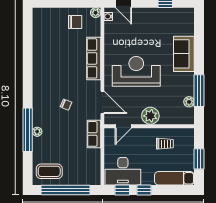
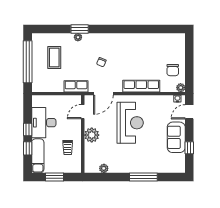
sofa: (184, 54) -> (176, 137), moved, turned -90
window: (199, 91) -> (143, 177), moved
door: (123, 126) -> (83, 112), hinge flipped
window: (28, 130) -> (80, 29), width x0.47
coffee table: (49, 171) -> (54, 58), moved
desk: (123, 171) -> (44, 123), moved
window: (122, 190) -> (28, 148), moved

